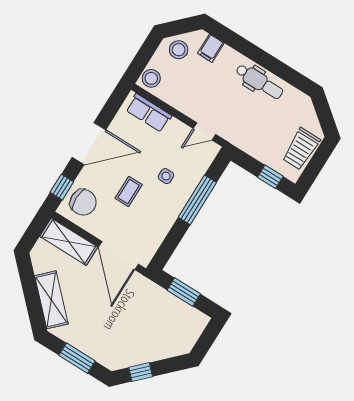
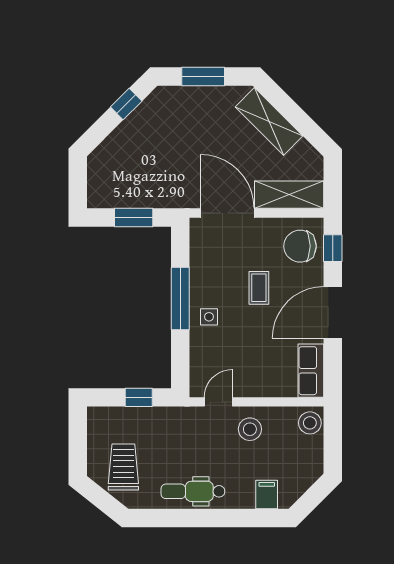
stool: (179, 50) -> (250, 429), moved
row of seats: (149, 113) -> (311, 371), moved, turned -90
trolley: (301, 149) -> (123, 467), moved
side table: (166, 176) -> (209, 317), moved
window: (270, 177) -> (139, 397), moved
window: (197, 200) -> (180, 298), moved

